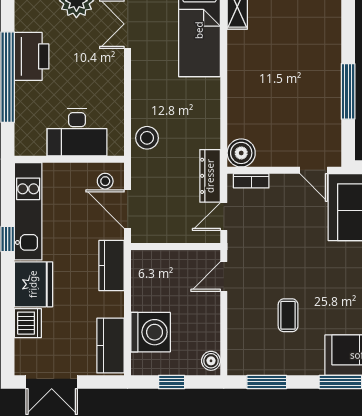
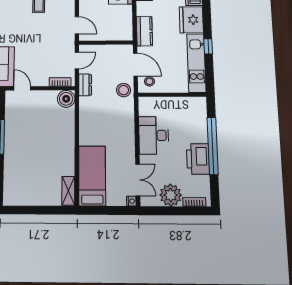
desk: (77, 132) -> (154, 135), moved, turned -90
stool: (147, 138) -> (124, 90), moved
dresser: (210, 176) -> (85, 85), width x0.70
door: (224, 276) -> (77, 25), hinge flipped

